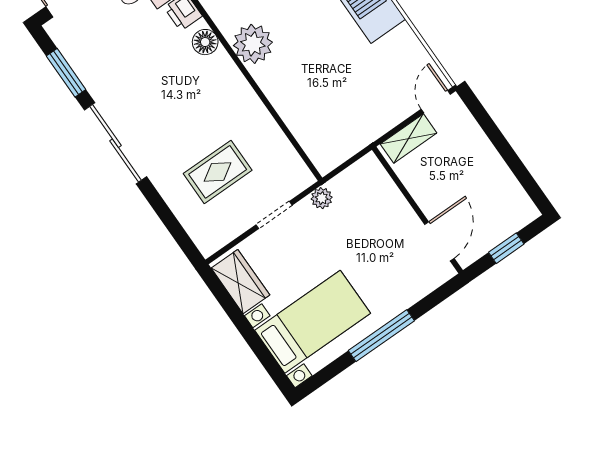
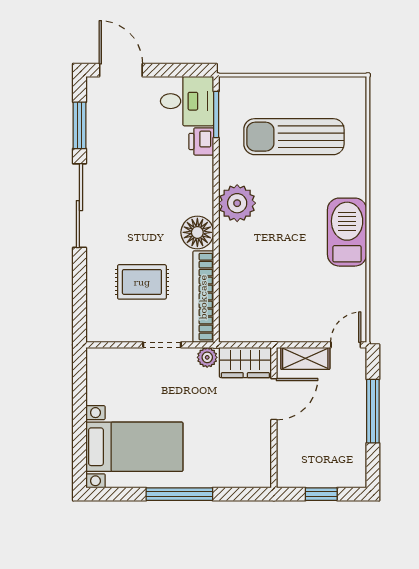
floor lamp: (205, 42) -> (197, 232), moved, width x1.38, depth x1.38
window: (501, 143) -> (373, 411), added
bookcase: (281, 147) -> (203, 297), added
door: (439, 241) -> (274, 399), moved
wardrobe: (240, 282) -> (245, 362), moved, turned 90

